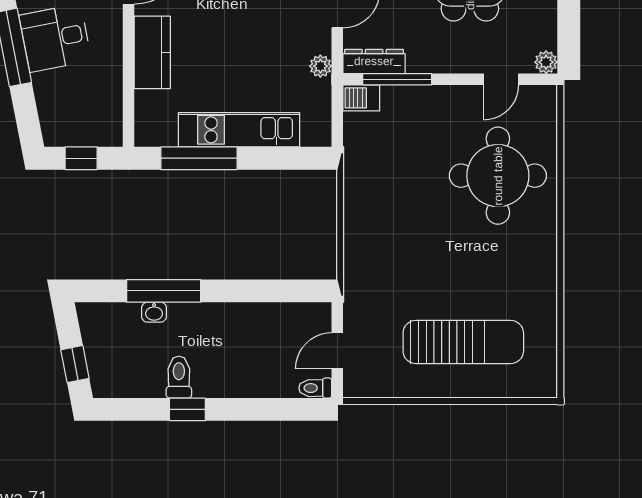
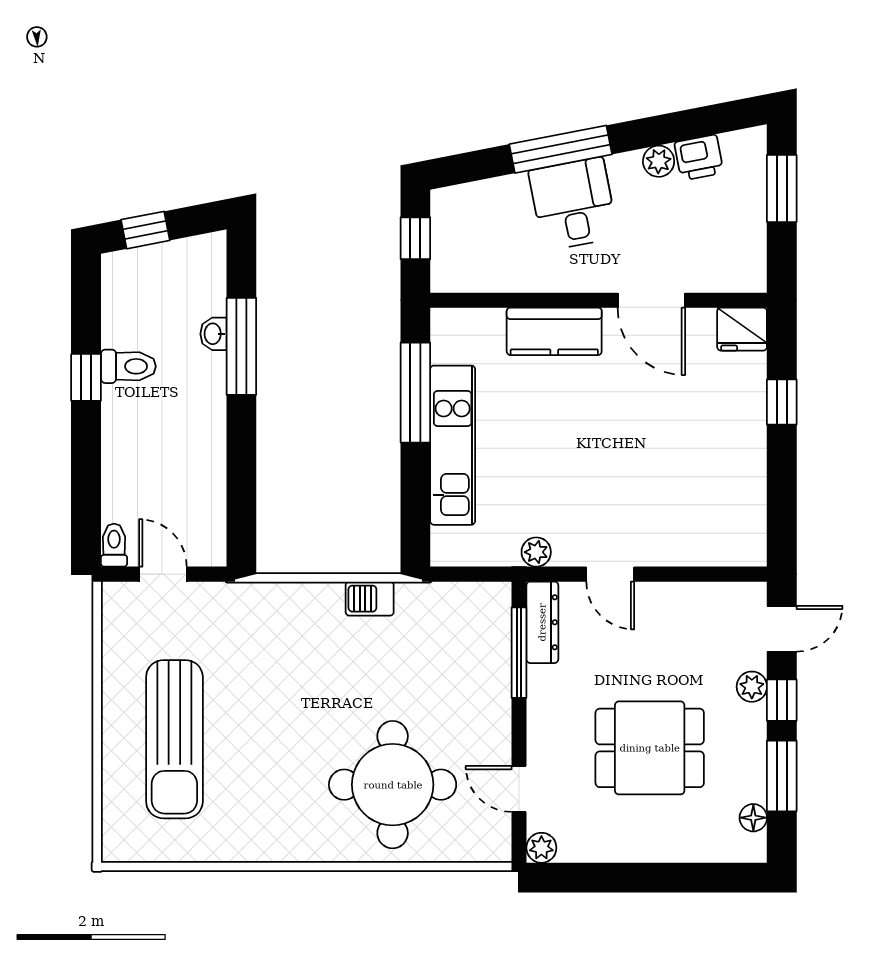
barbecue: (361, 98) -> (370, 599), moved, turned -90

